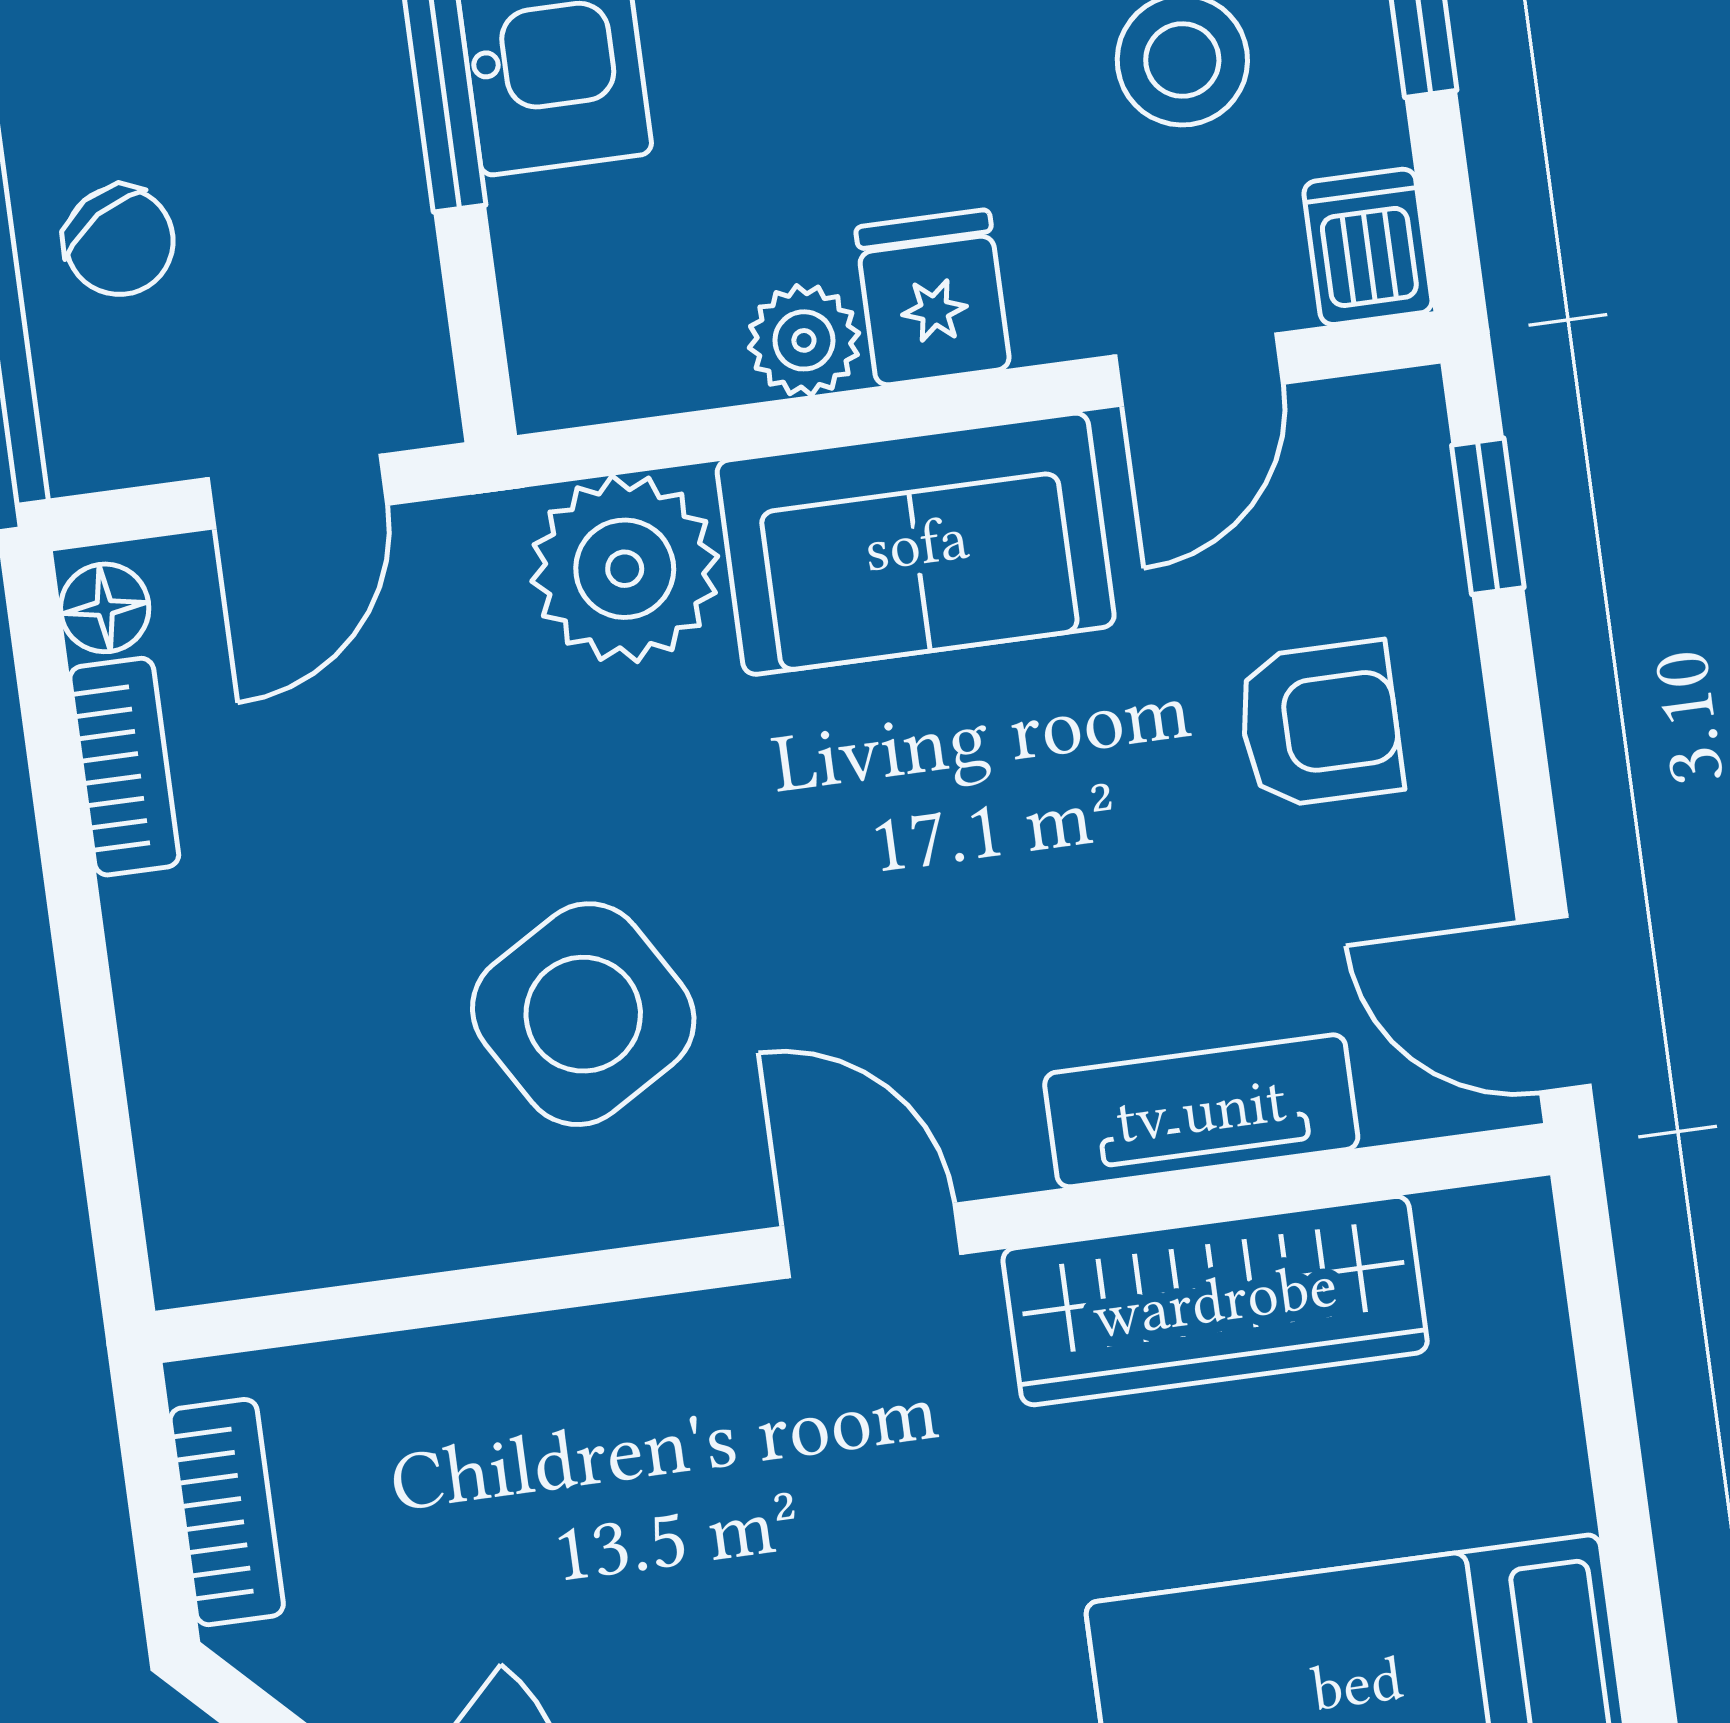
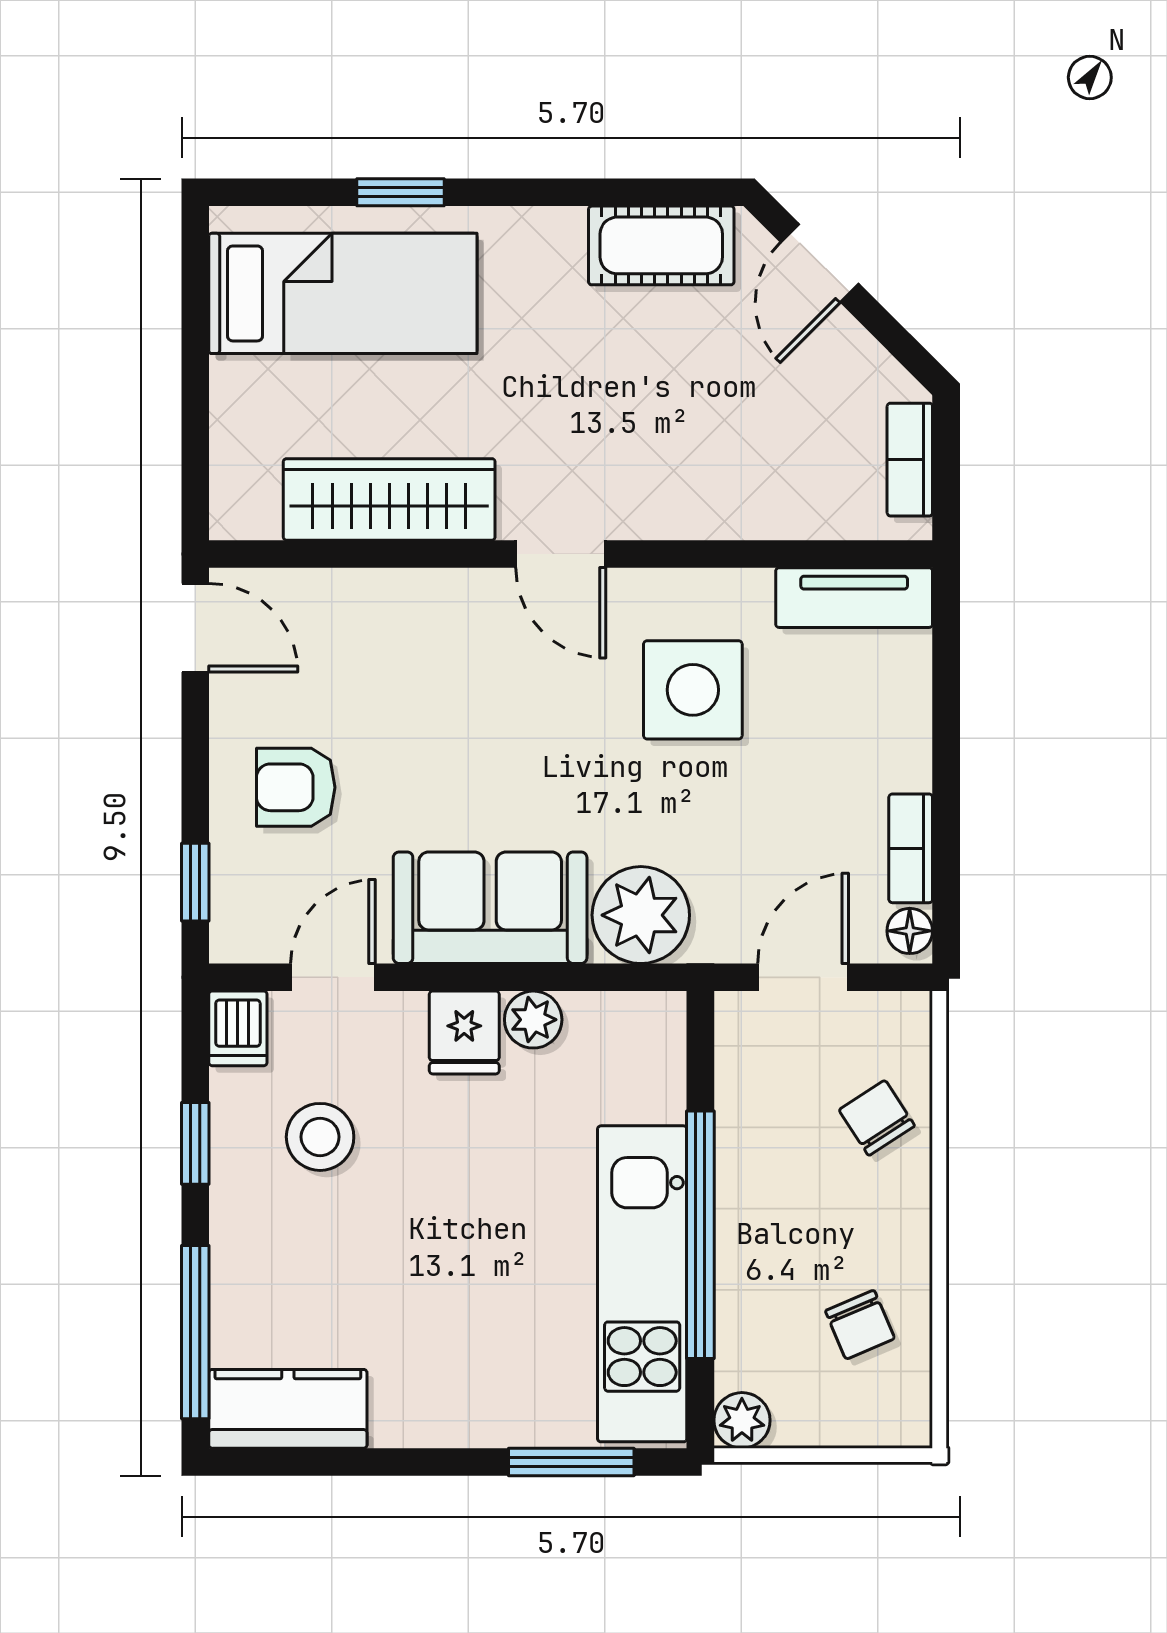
side table: (583, 1014) -> (693, 690), turned 31
tv unit: (1201, 1111) -> (854, 598), moved

